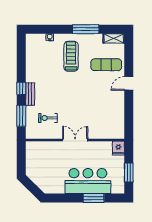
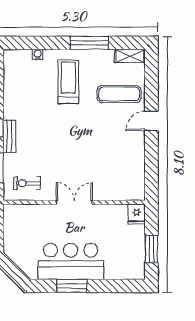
exercise bike: (48, 118) -> (27, 183), moved
bar counter: (88, 181) -> (71, 261), moved
window: (94, 198) -> (72, 286), moved

